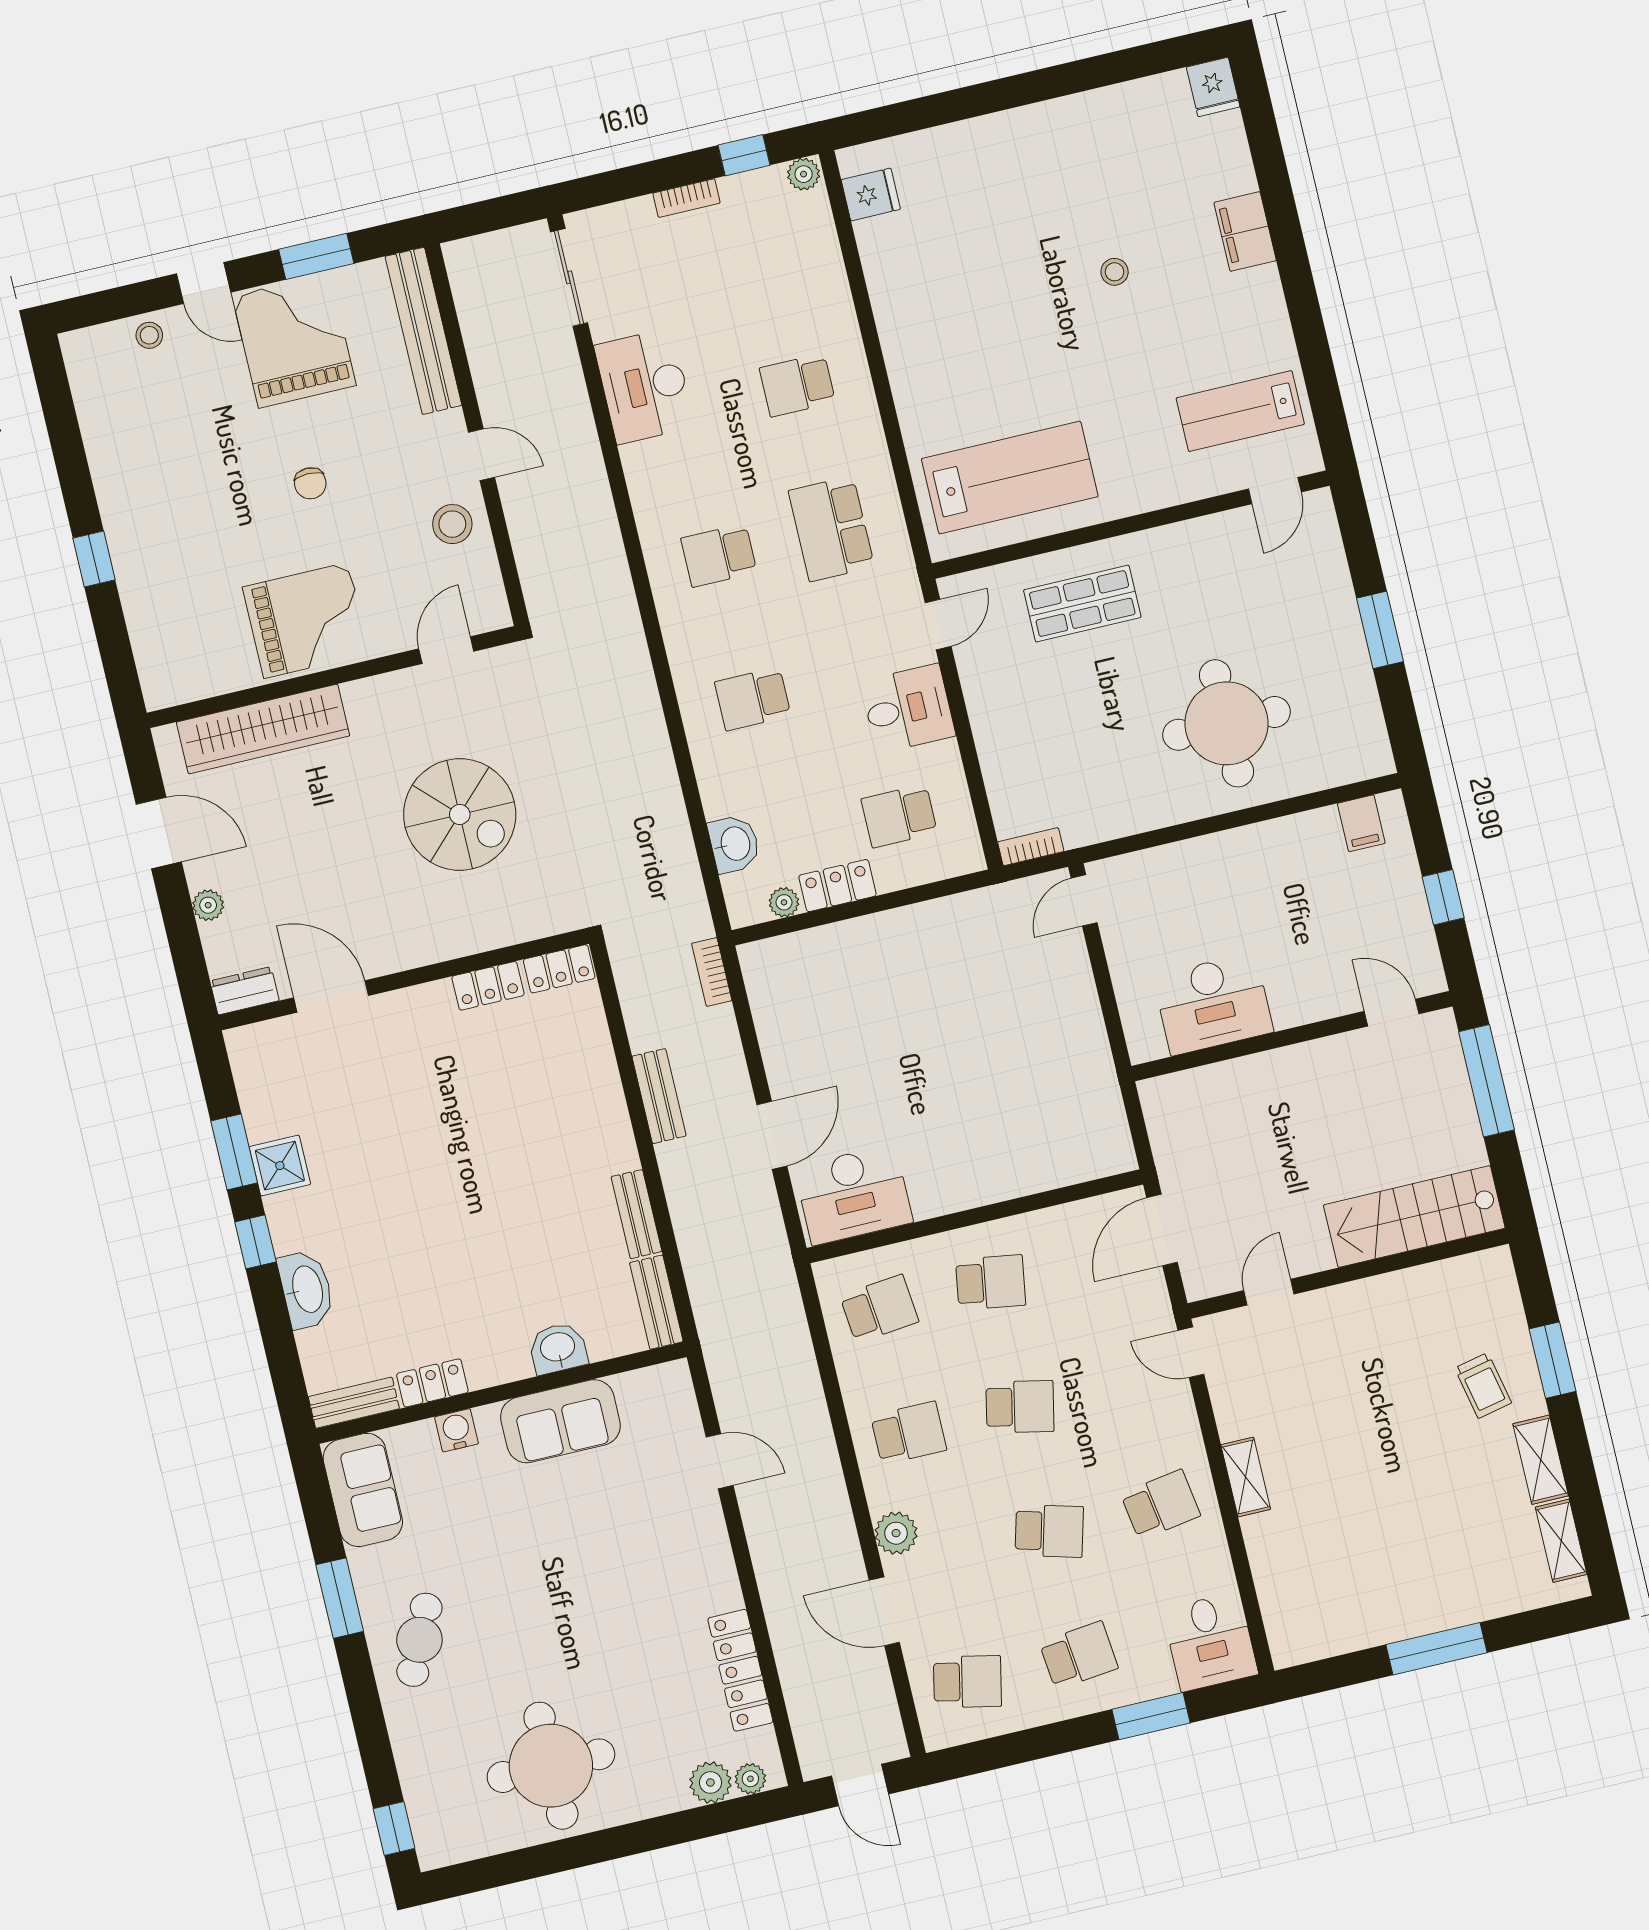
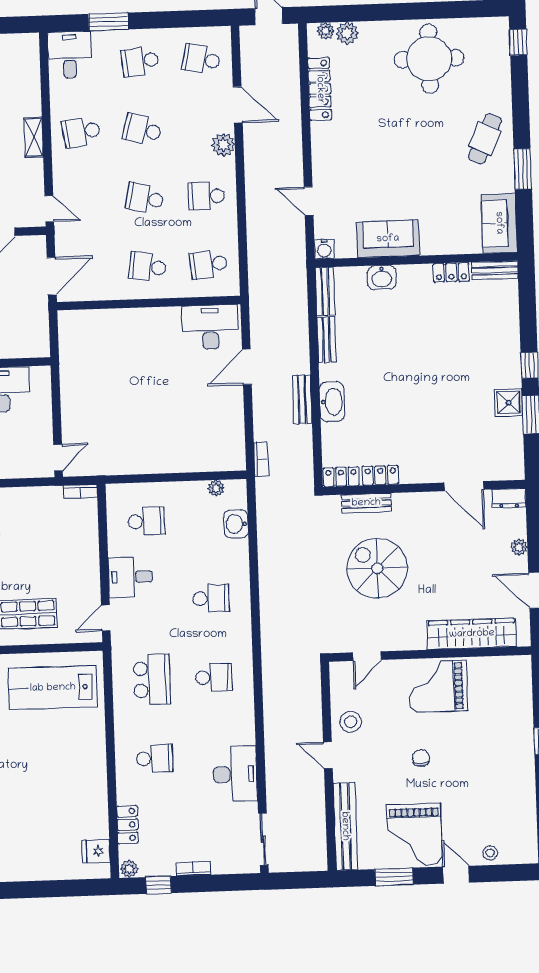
locker: (837, 886) -> (127, 825), moved, turned -90
bench: (503, 930) -> (366, 503), added
washbasin: (306, 1289) -> (332, 402), moved, turned 180
water cooler: (456, 1430) -> (324, 249), moved

